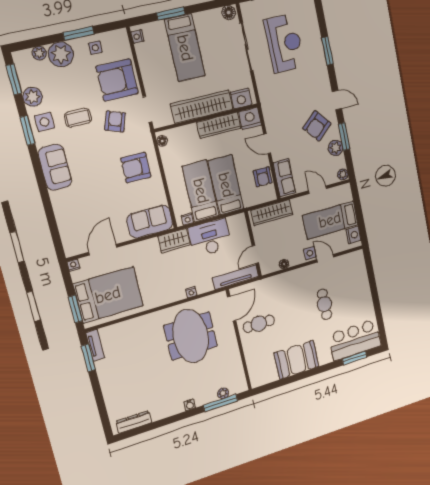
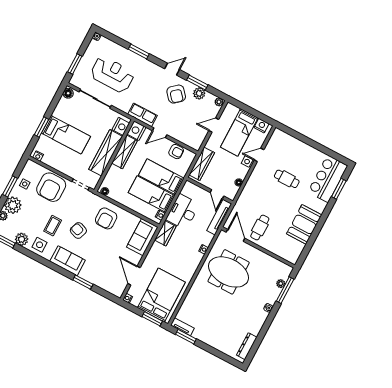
armchair: (115, 121) -> (78, 231), moved
window: (27, 130) -> (83, 282), moved
row of seats: (284, 178) -> (142, 115), moved

